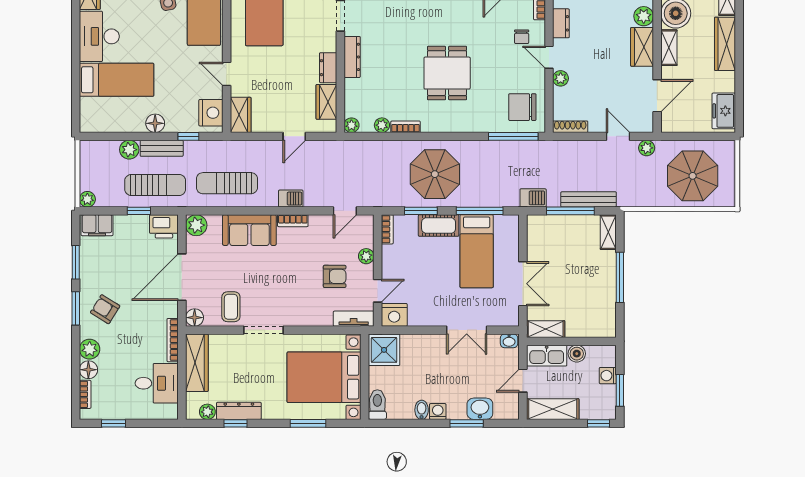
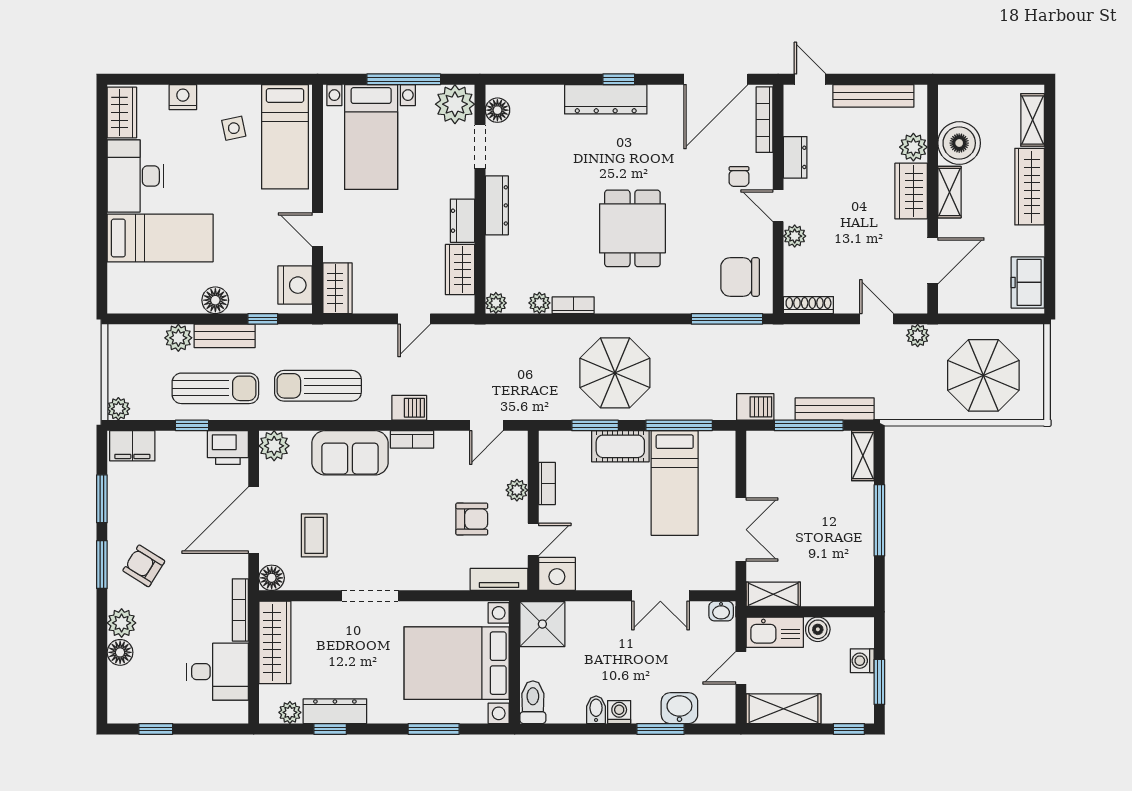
bookcase: (387, 229) -> (547, 483), moved
coffee table: (231, 307) -> (314, 535), moved
bookcase: (85, 394) -> (115, 688), removed

